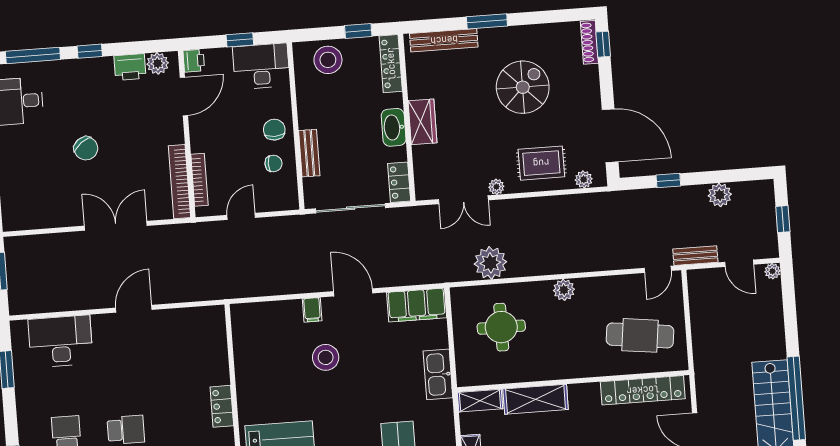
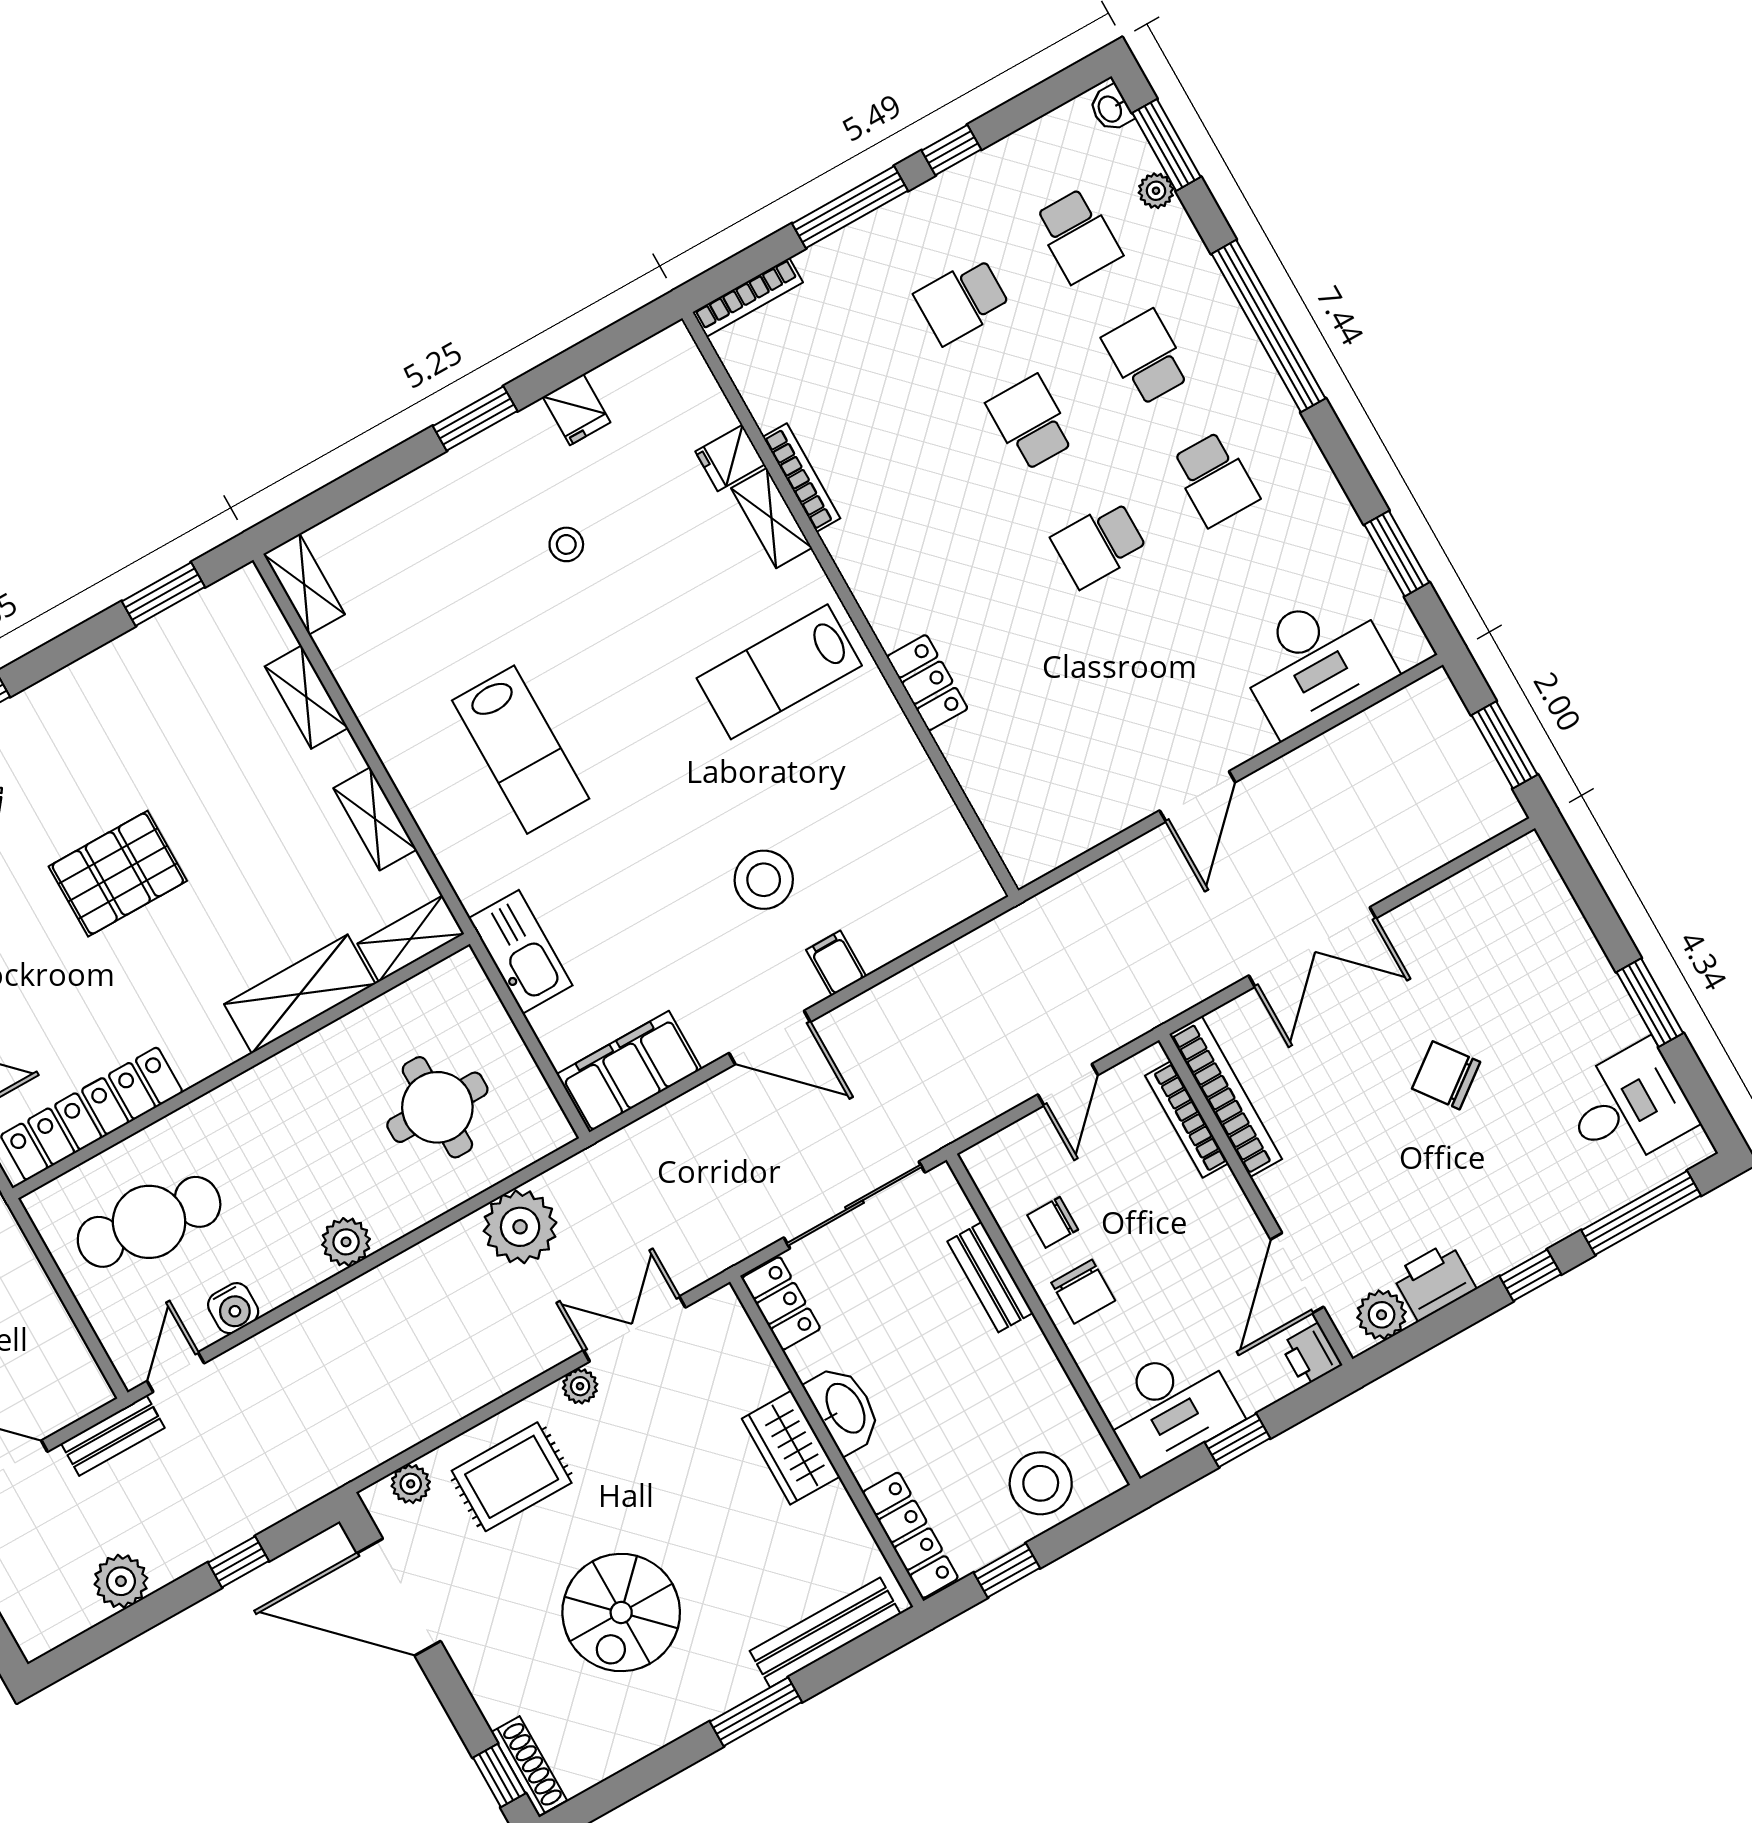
water cooler: (622, 284) -> (233, 1308), added

